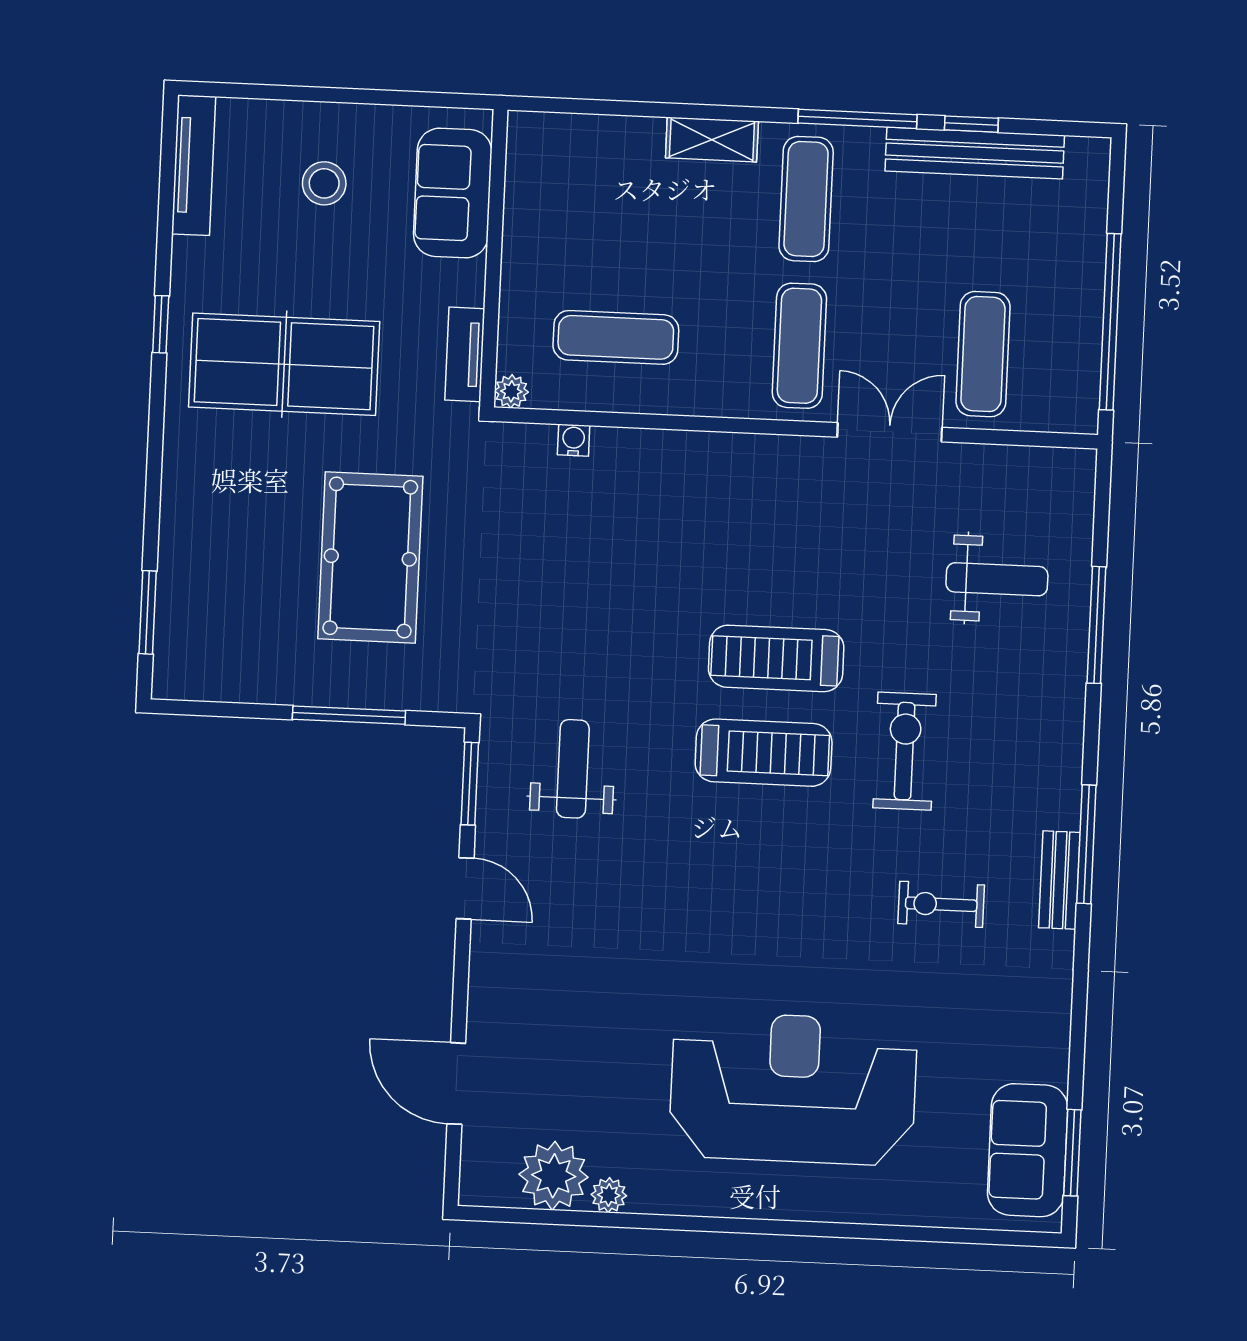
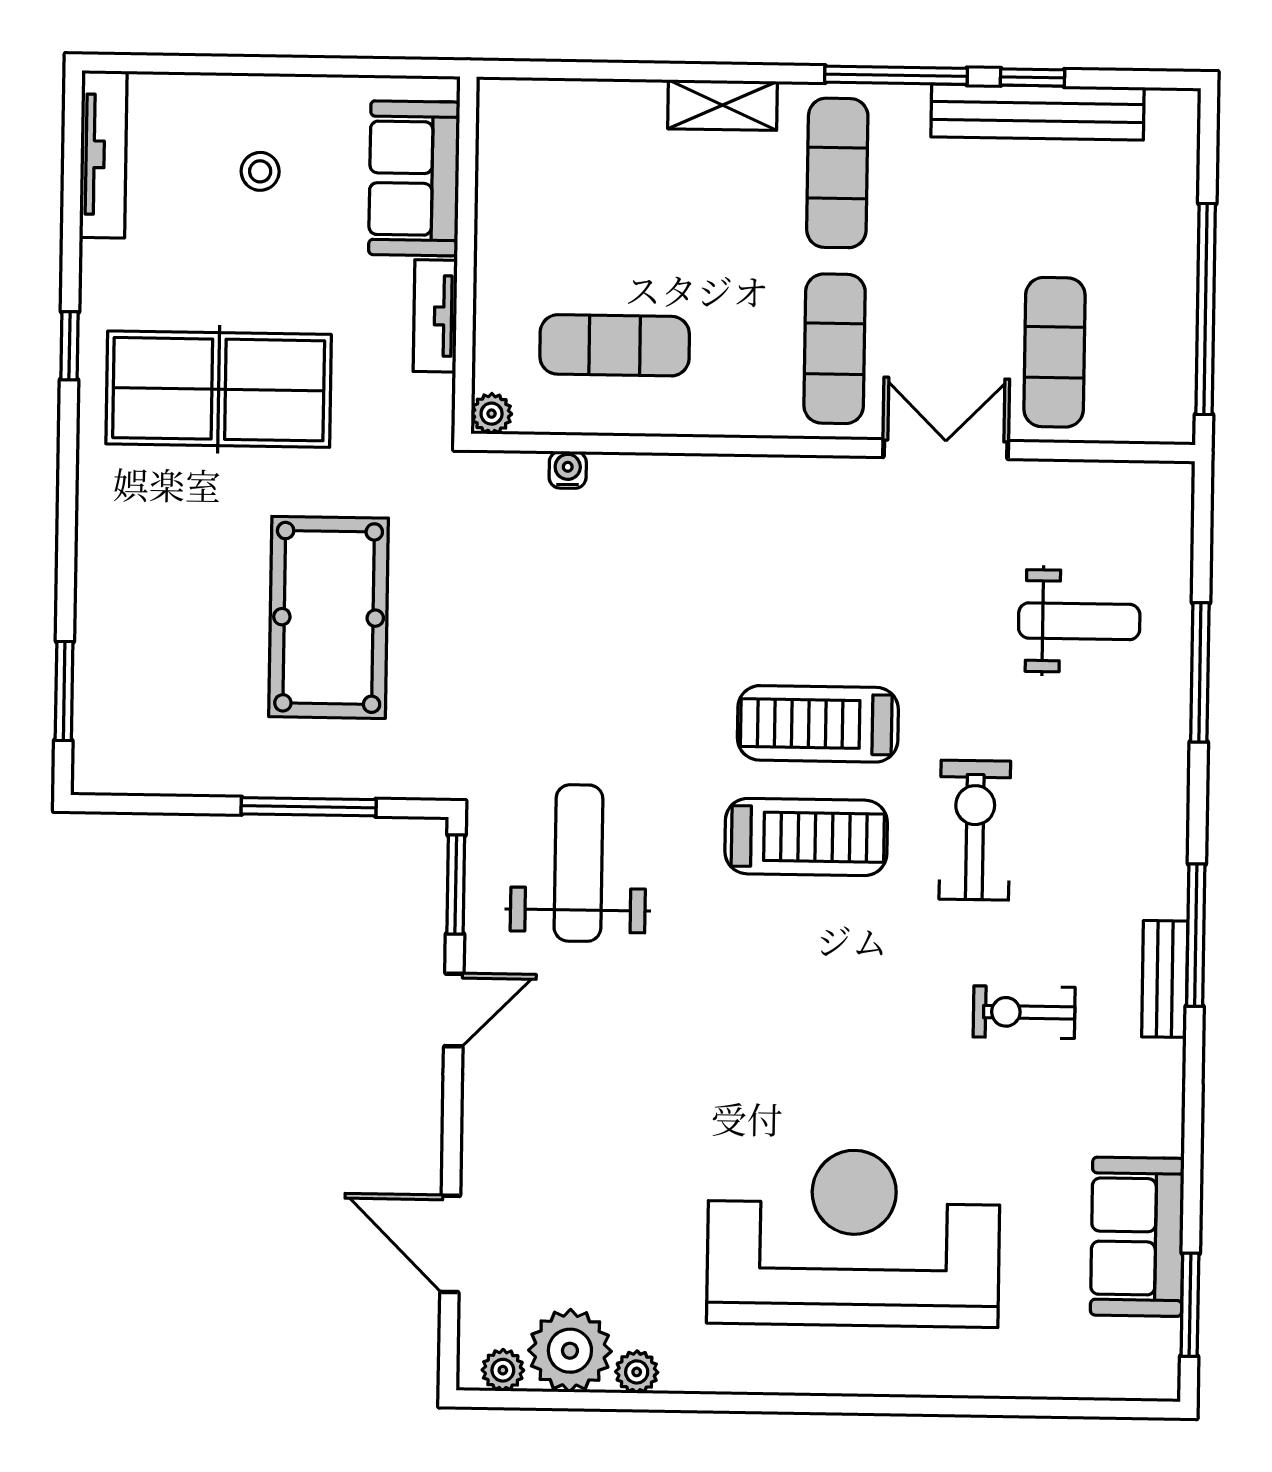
stool: (324, 183) -> (260, 171), width x0.73, depth x0.73
tv unit: (465, 354) -> (435, 316), moved
weight bench: (573, 769) -> (578, 863), width x1.36, depth x1.33
door: (465, 888) -> (454, 1010), hinge flipped
sofa: (1028, 1150) -> (1137, 1237), moved
plant: (497, 1190) -> (503, 1370), added

